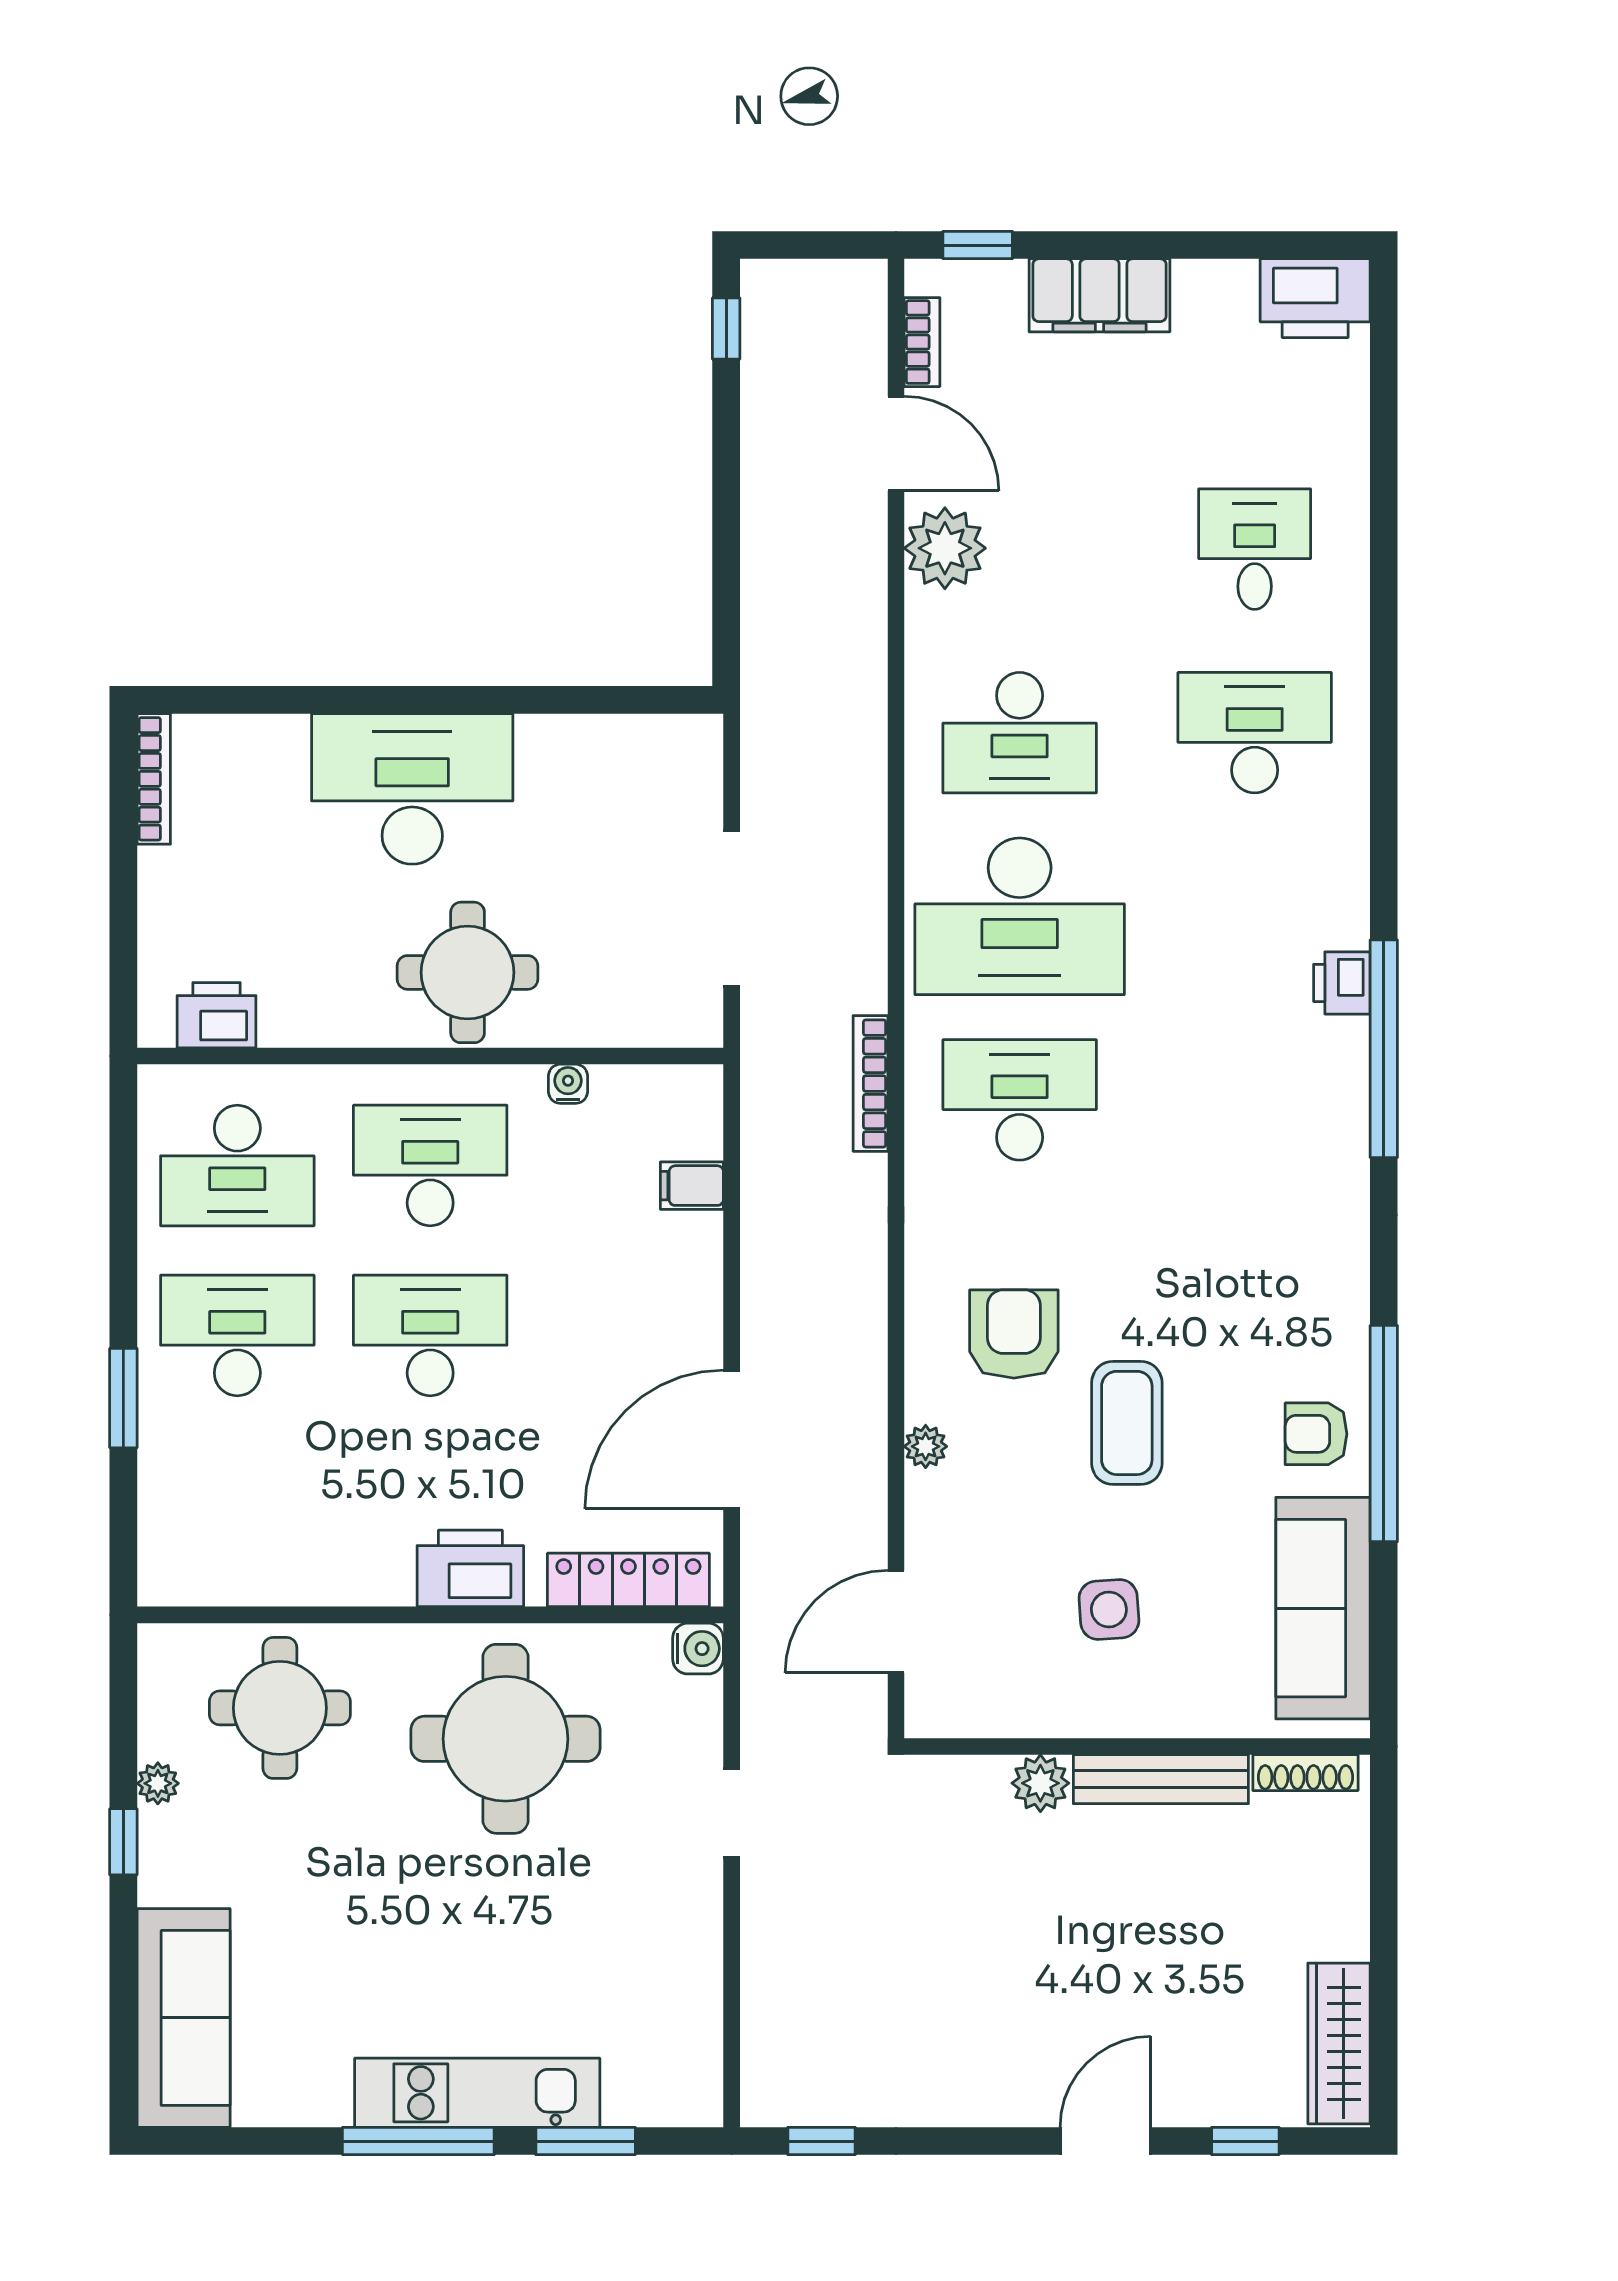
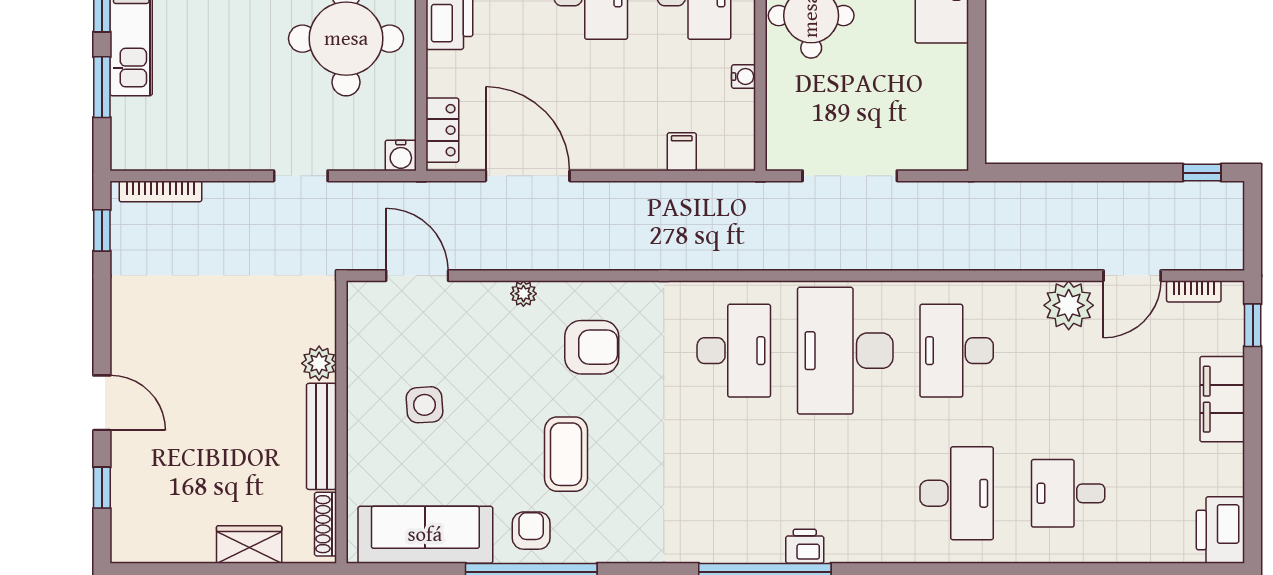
desk: (1255, 549) -> (1068, 493), turned 180
bookcase: (870, 1083) -> (160, 191), moved, turned 180
coffee table: (1127, 1423) -> (566, 454), moved, turned 90
locker: (628, 1580) -> (442, 130), width x0.66
wardrobe: (1339, 2043) -> (249, 544), moved, width x0.67

